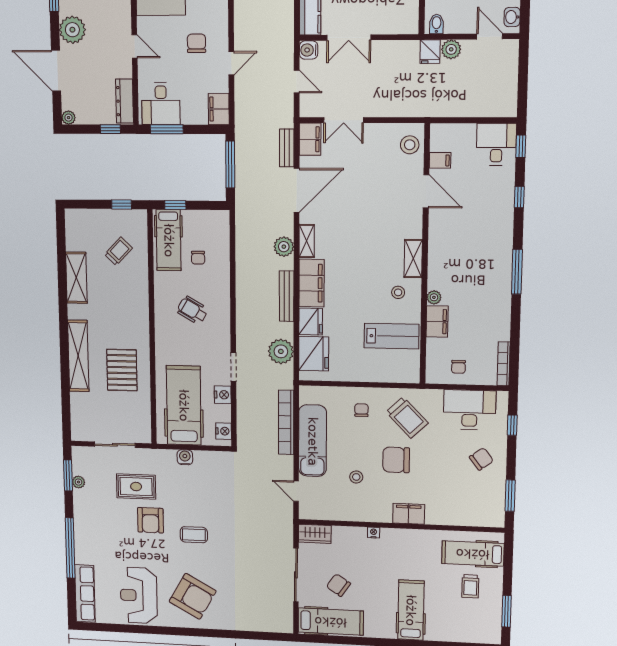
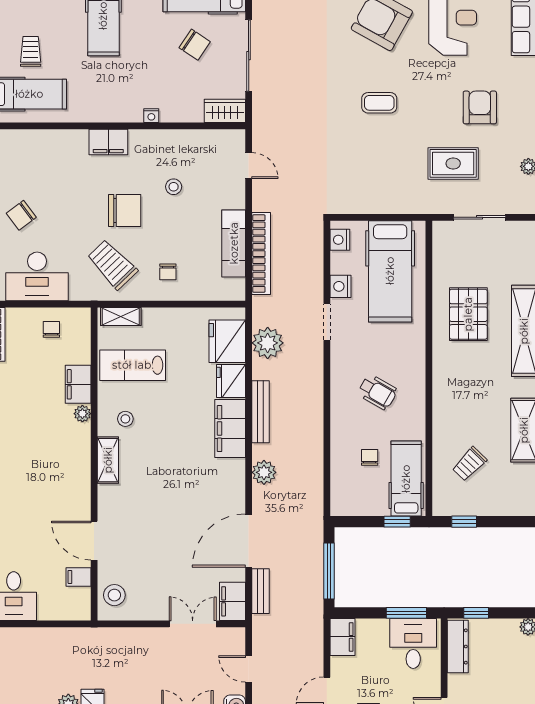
shelving: (307, 241) -> (121, 317), moved, turned 90
exam couch: (313, 441) -> (234, 243), width x0.73, depth x0.69
water cooler: (185, 457) -> (389, 204), removed
armchair: (150, 520) -> (480, 107), moved

